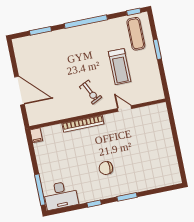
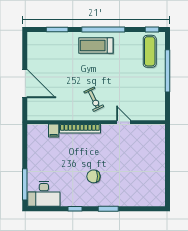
window: (157, 49) -> (168, 71), width x2.11
treadmill: (120, 67) -> (96, 46), moved, turned 90
filing cabinet: (36, 135) -> (54, 131), moved

